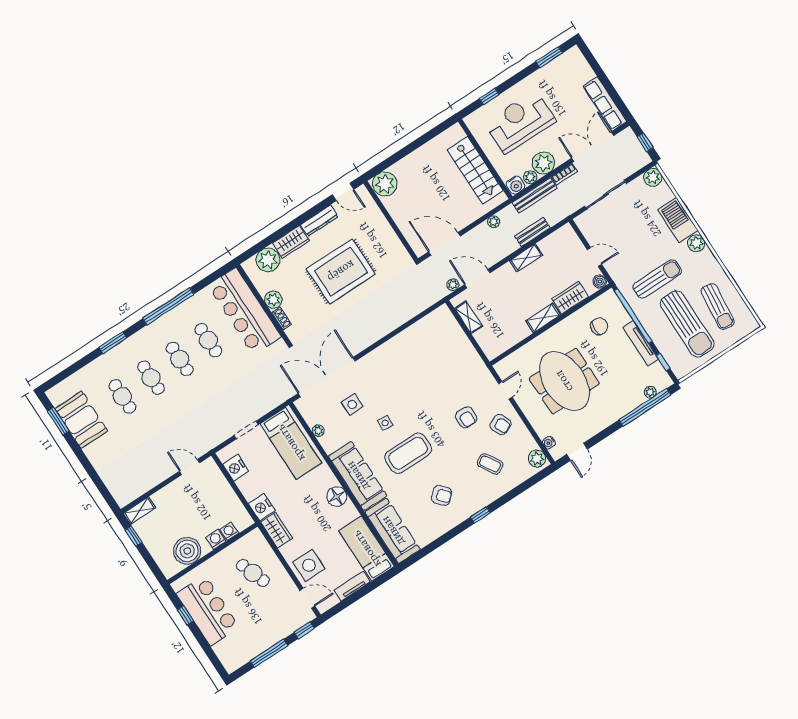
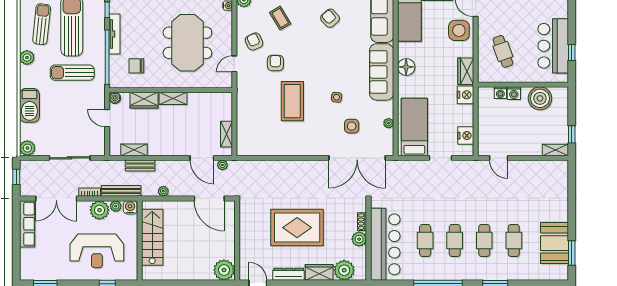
plant: (696, 243) -> (27, 58), moved
shelving: (526, 258) -> (134, 150), moved
coffee table: (408, 453) -> (292, 101), moved, turned 90

